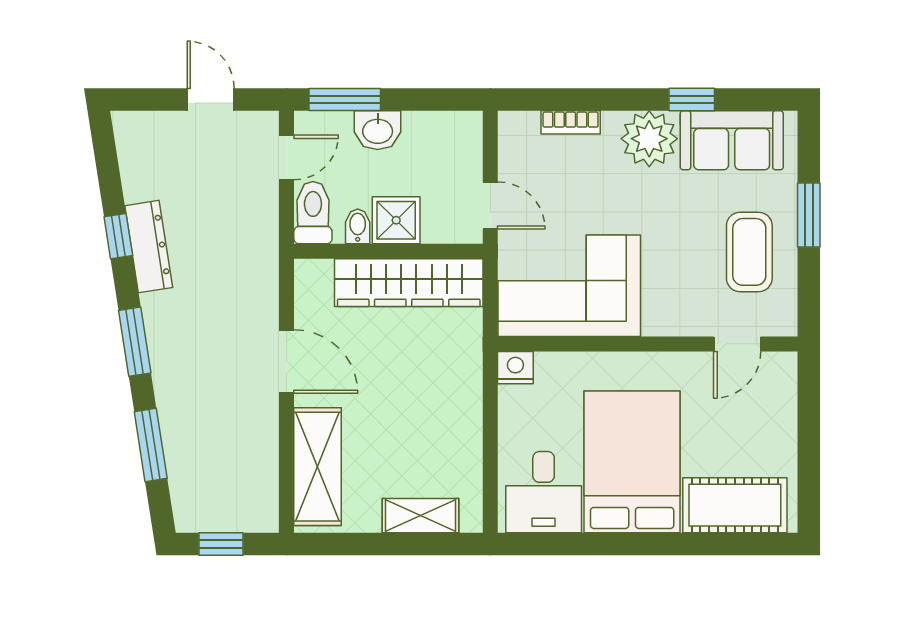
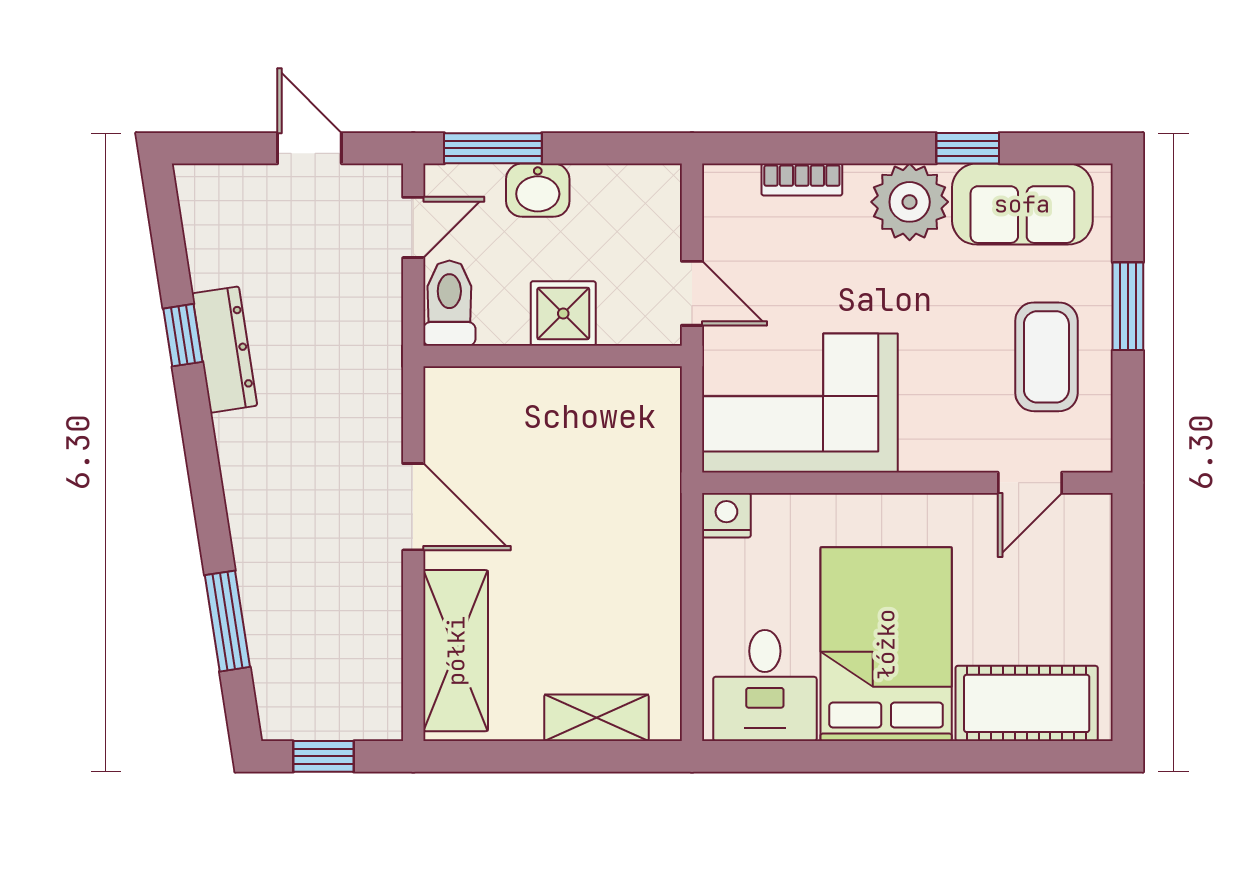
bidet: (358, 226) -> (510, 322), removed
wardrobe: (409, 283) -> (581, 399), removed
window: (135, 342) -> (205, 480), removed

